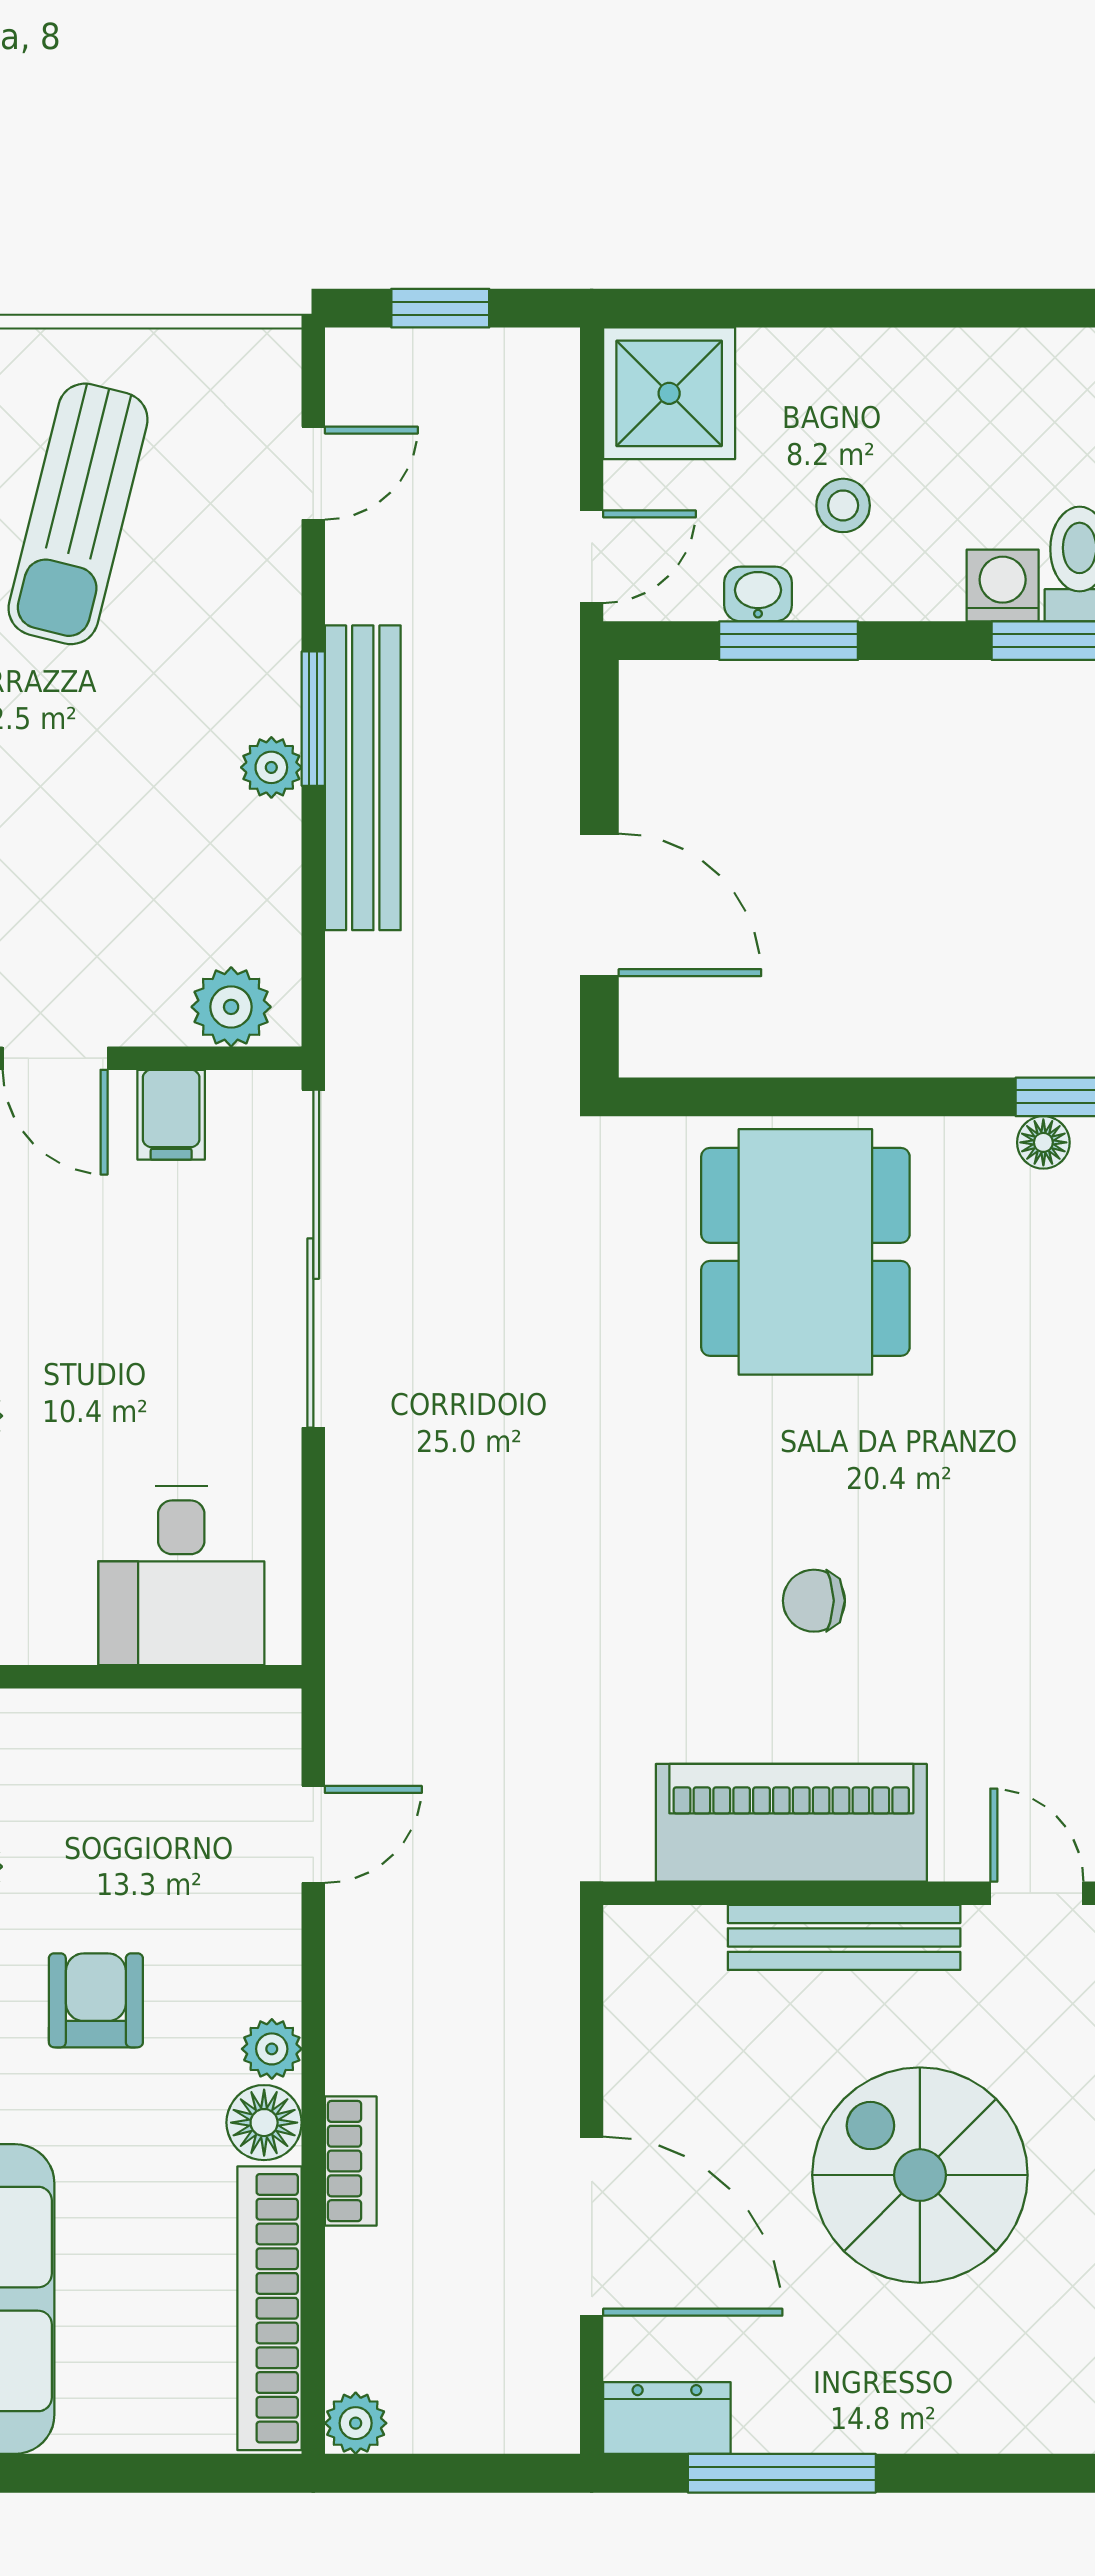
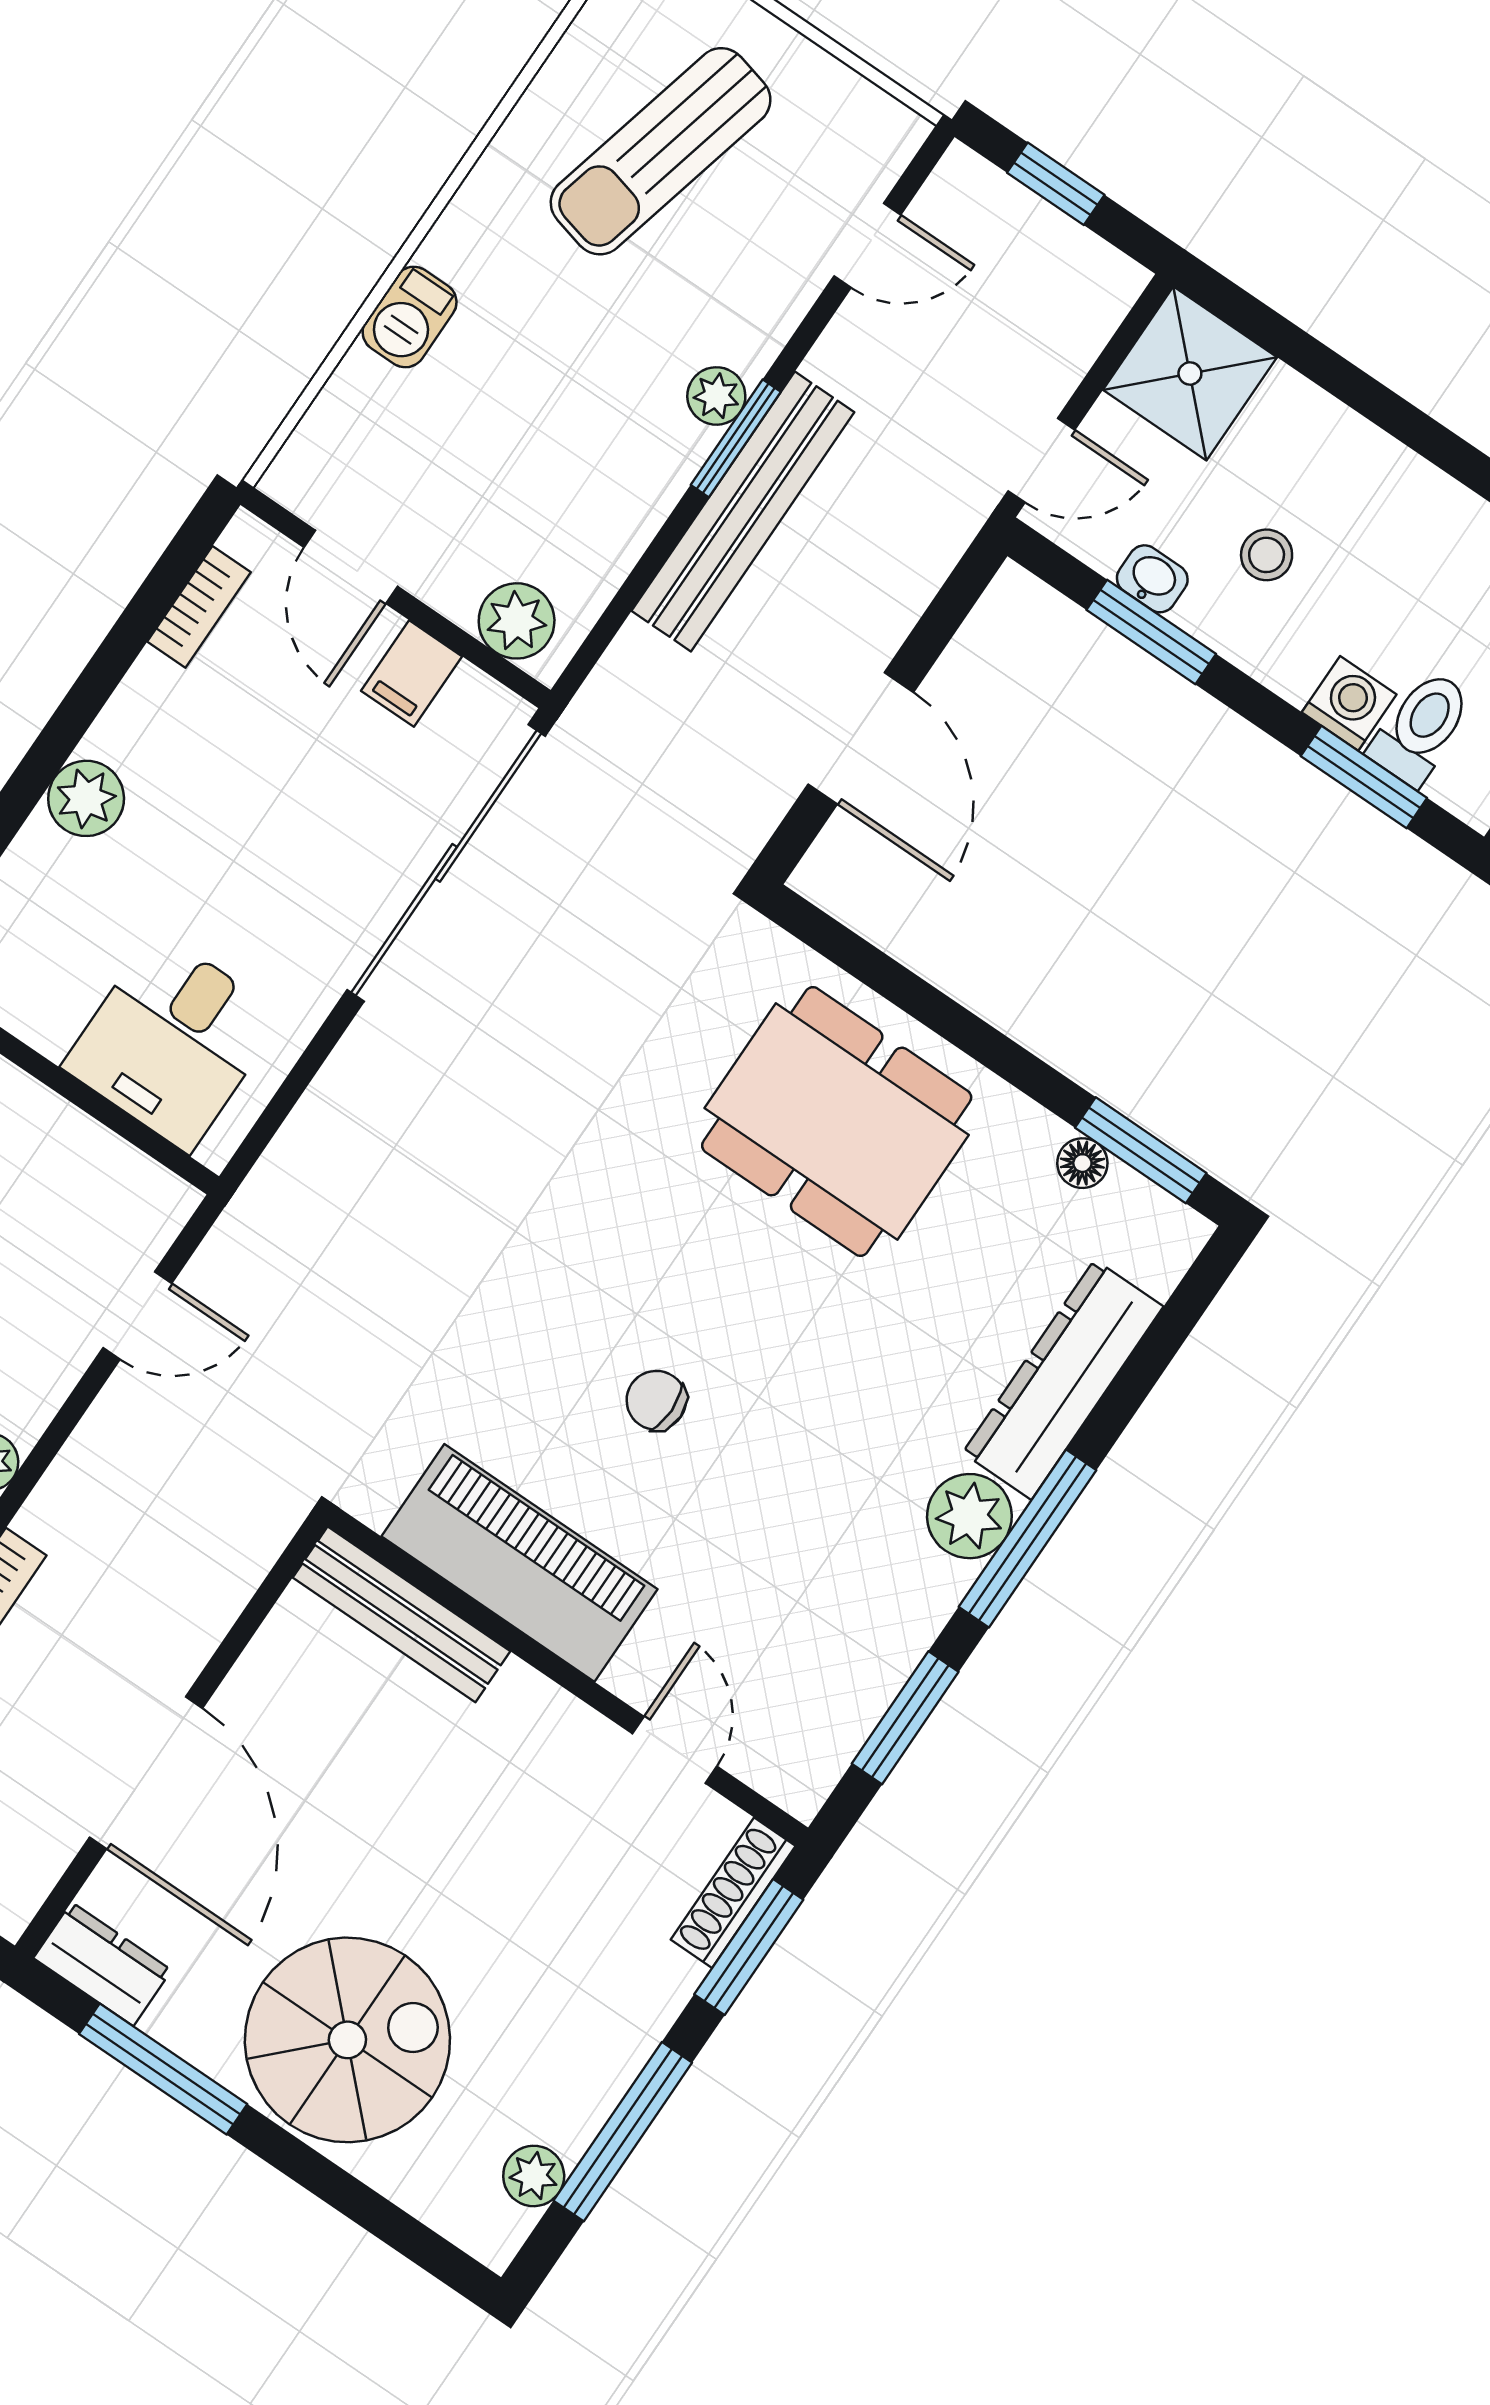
plant: (271, 767) -> (716, 396), moved
dining table: (805, 1252) -> (837, 1122), turned 90
bench: (844, 1937) -> (401, 1614), moved
spiral stairs: (920, 2175) -> (347, 2040), moved, turned 90

